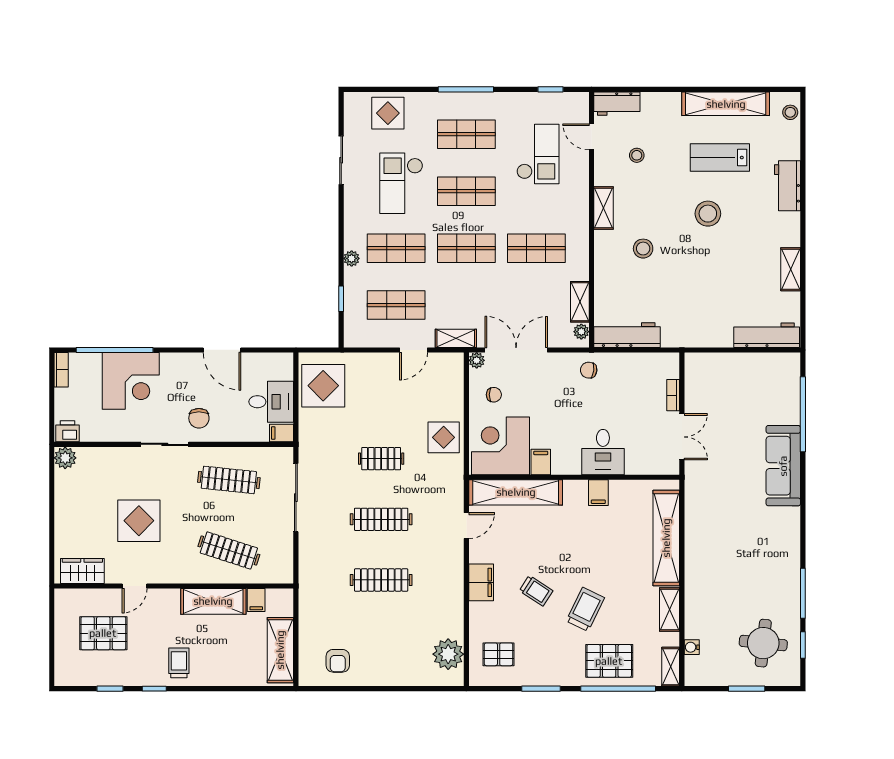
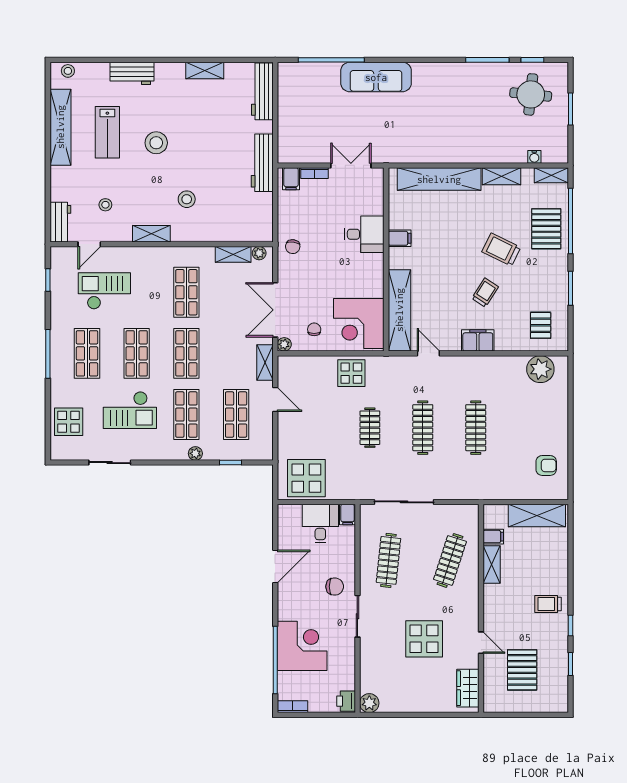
workbench: (627, 335) -> (262, 163), moved
filing cabinet: (541, 462) -> (291, 179), moved, turned -90
shelving: (213, 601) -> (492, 565), width x0.67, depth x0.75

